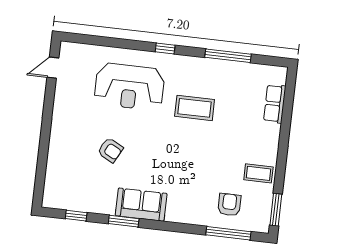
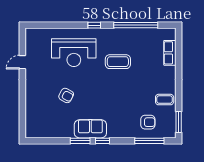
window: (228, 56) -> (136, 25), width x1.46
door: (53, 68) -> (22, 62), moved
armchair: (229, 205) -> (148, 122), turned 90
window: (76, 216) -> (102, 141), moved

